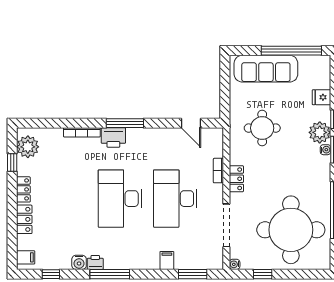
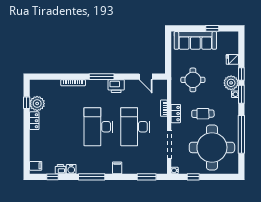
window: (291, 51) -> (212, 28), width x0.32
printer: (113, 138) -> (116, 86), moved
plant: (28, 147) -> (37, 104), moved
cafe table: (277, 179) -> (203, 114), added
locker: (24, 219) -> (35, 141), removed
filing cabinet: (167, 260) -> (117, 168), moved
printer: (95, 262) -> (60, 169), moved

